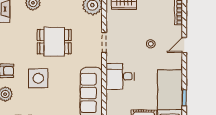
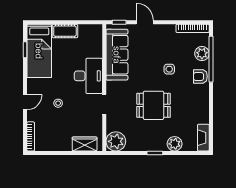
desk: (120, 76) -> (88, 76), width x1.37
side table: (38, 78) -> (169, 69), width x0.54, depth x0.54

